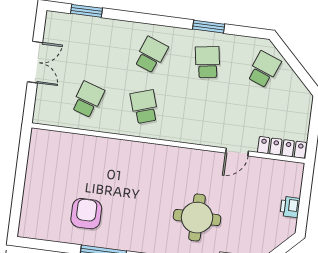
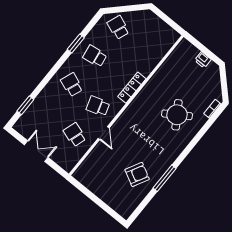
locker: (282, 147) -> (132, 88), moved
door: (237, 152) -> (104, 133), moved
armchair: (86, 214) -> (137, 174), turned 118
round table: (197, 218) -> (177, 115), turned -33

